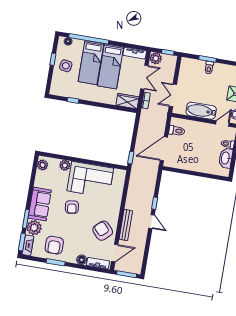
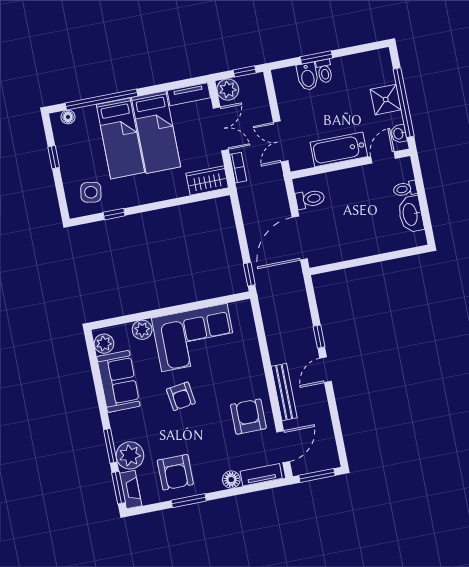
side table: (66, 66) -> (91, 192), moved
bidet: (199, 67) -> (308, 77), added
sofa: (40, 204) -> (118, 381), moved
door: (152, 222) -> (326, 370), swing flipped
armchair: (103, 231) -> (248, 417), turned 42

